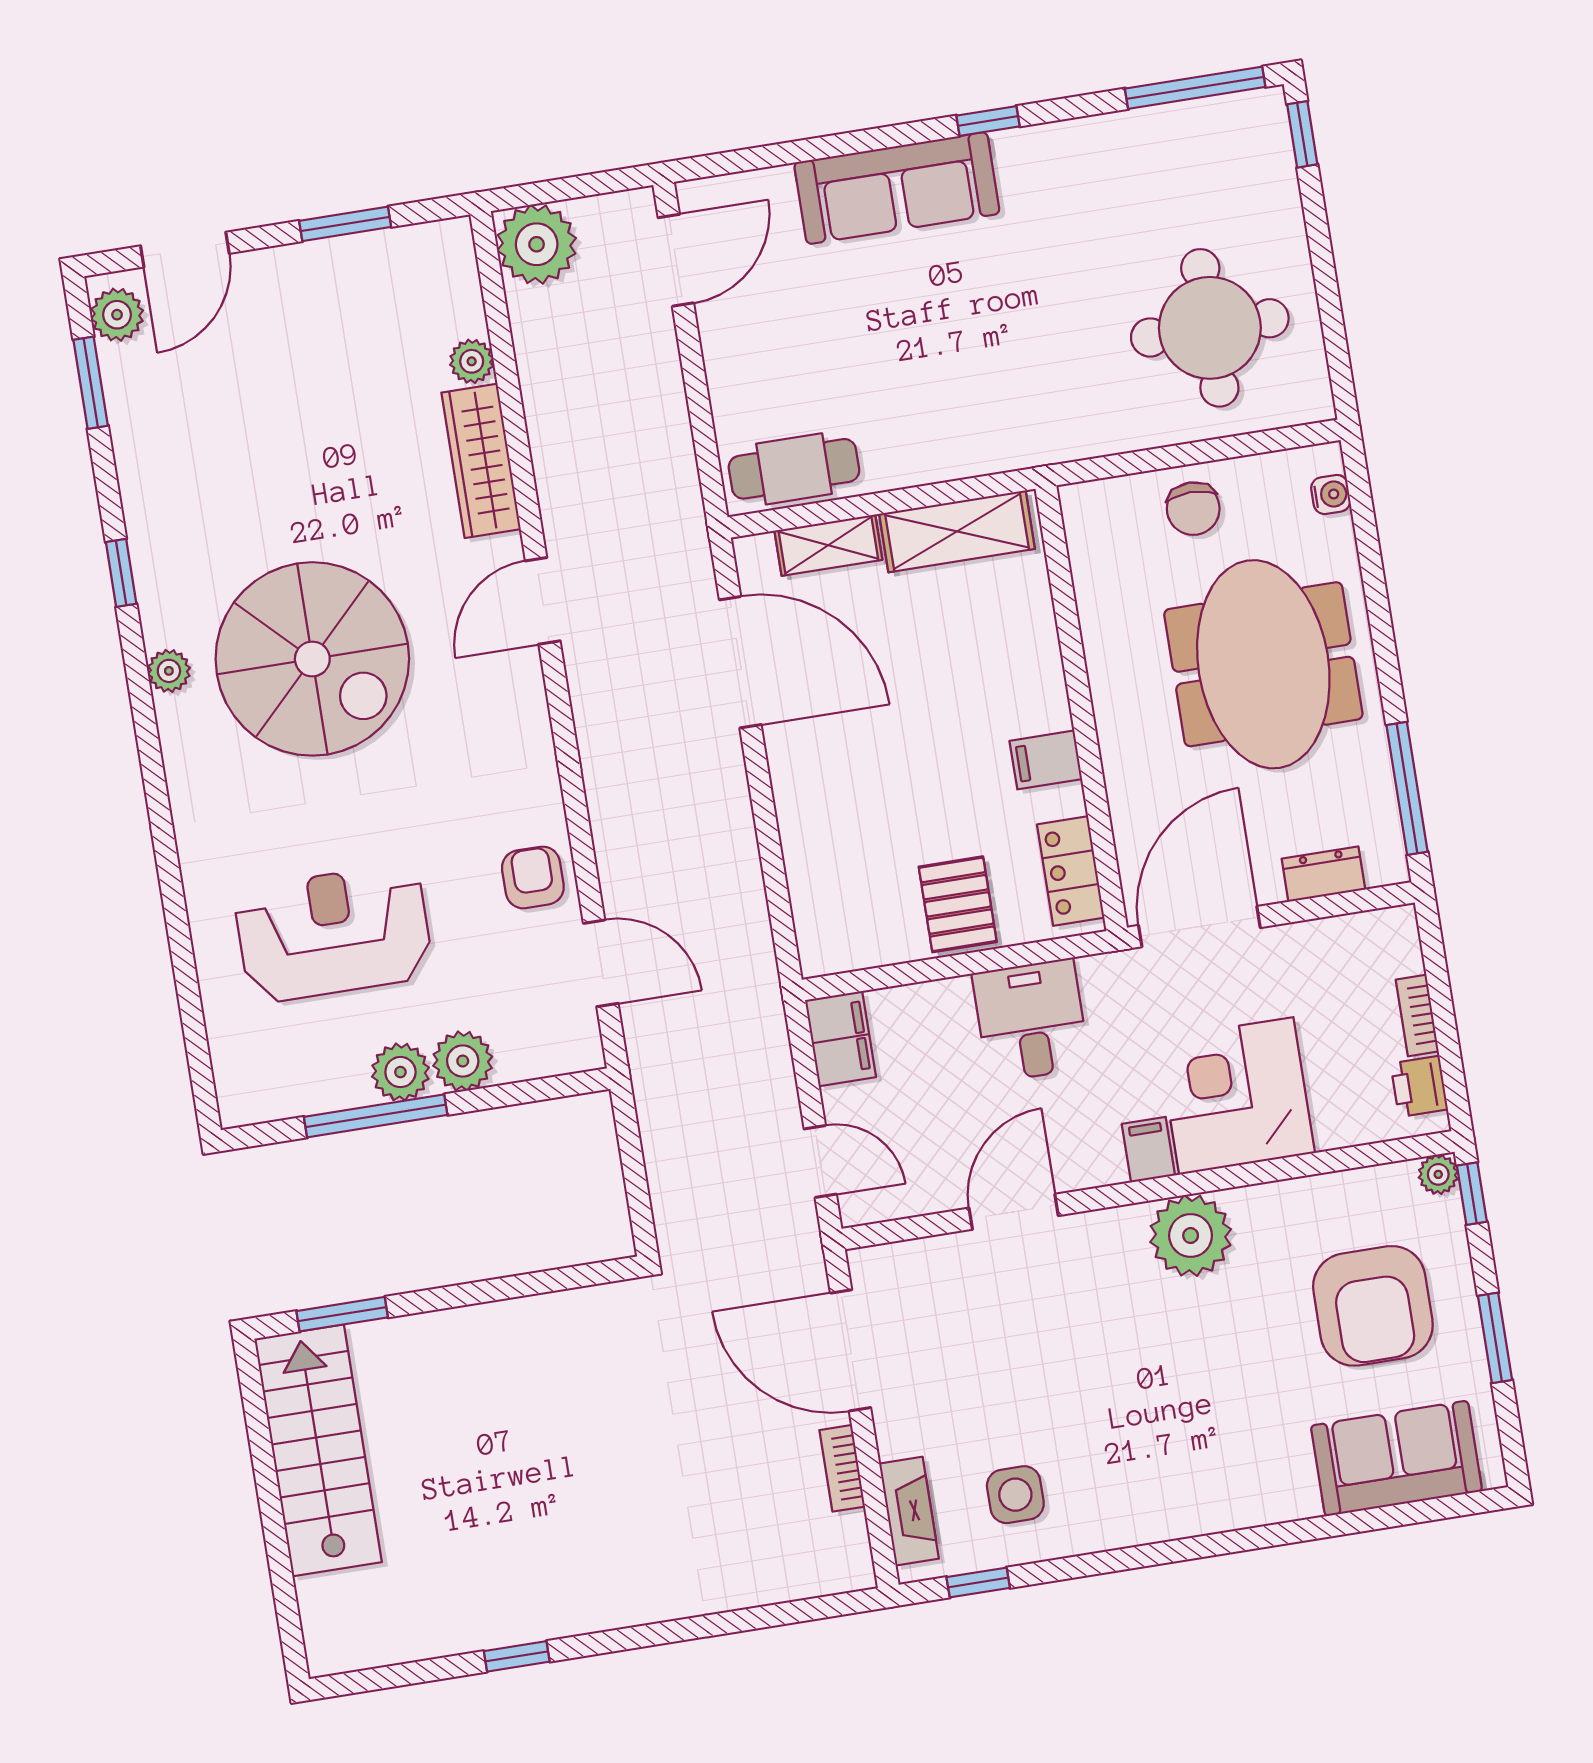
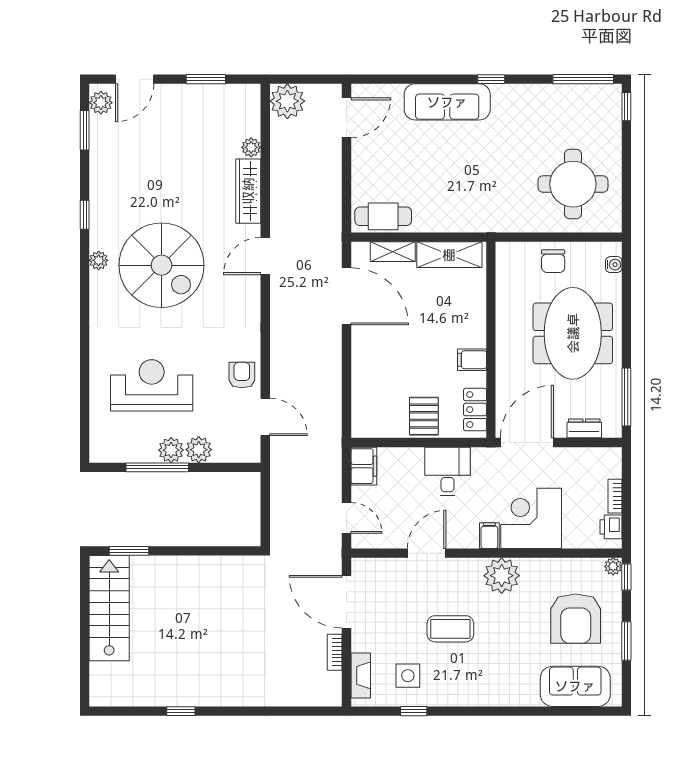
coffee table: (1094, 1374) -> (450, 629), added
window: (978, 1582) -> (414, 711), moved

